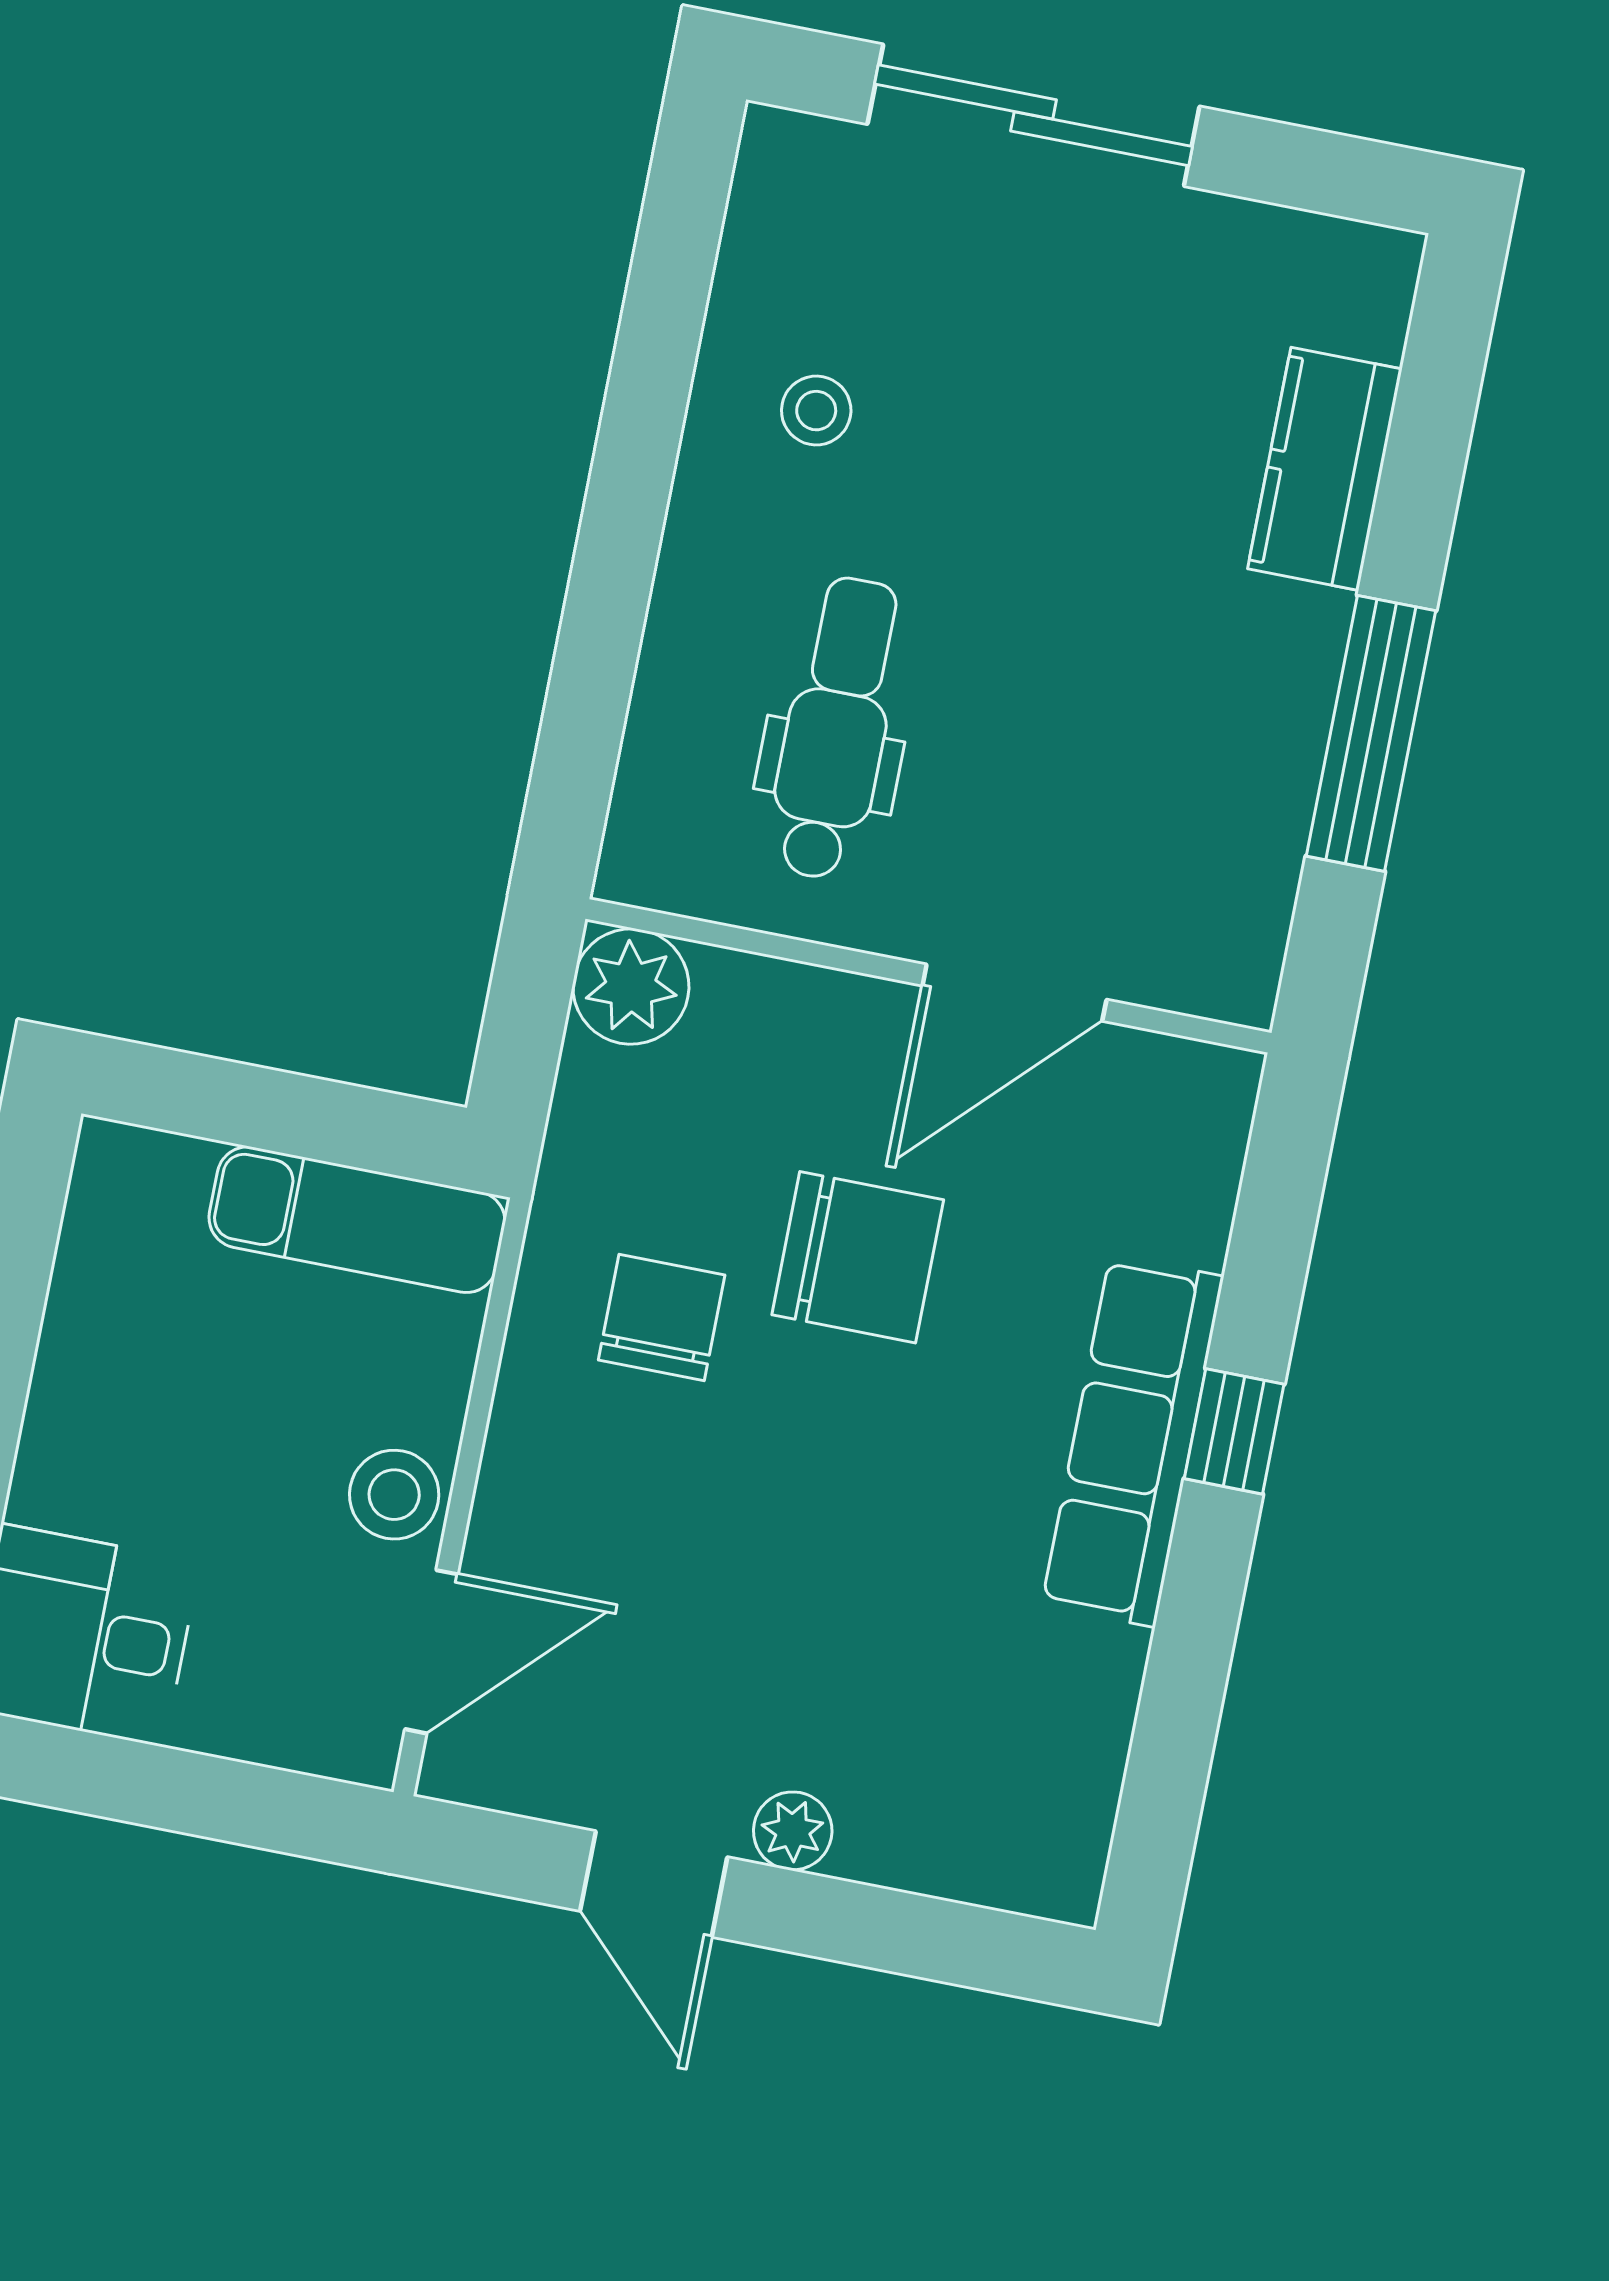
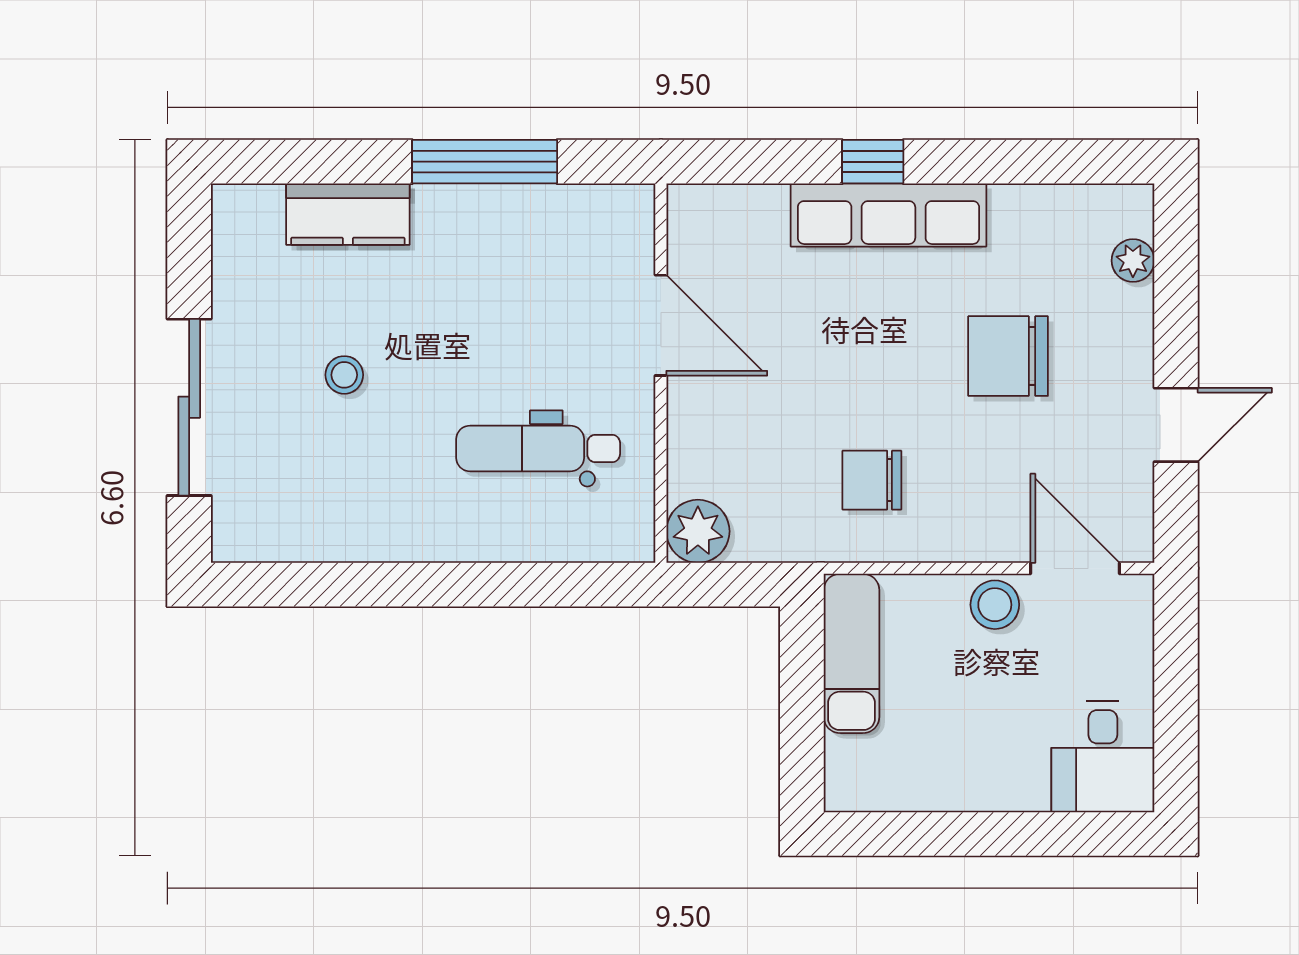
stool: (816, 411) -> (344, 375), moved
chair: (858, 1257) -> (1008, 356), moved, turned -90
plant: (793, 1831) -> (1133, 261), moved

